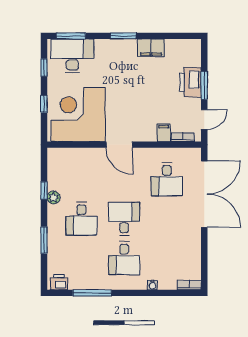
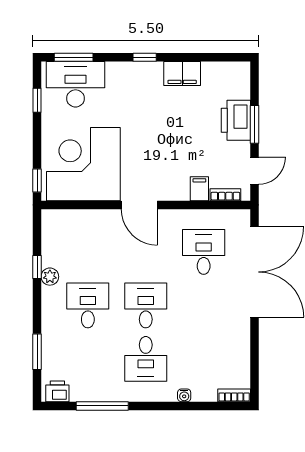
window: (123, 36) -> (145, 57), width x0.67
window: (44, 104) -> (37, 181), moved
desk: (167, 179) -> (204, 252), turned 180
desk: (81, 219) -> (88, 305), turned 180
window: (44, 240) -> (37, 352), moved

